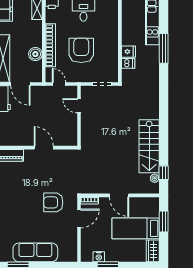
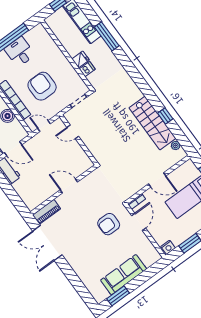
window: (164, 173) -> (165, 116), moved
nightstand: (99, 257) -> (168, 247), moved

